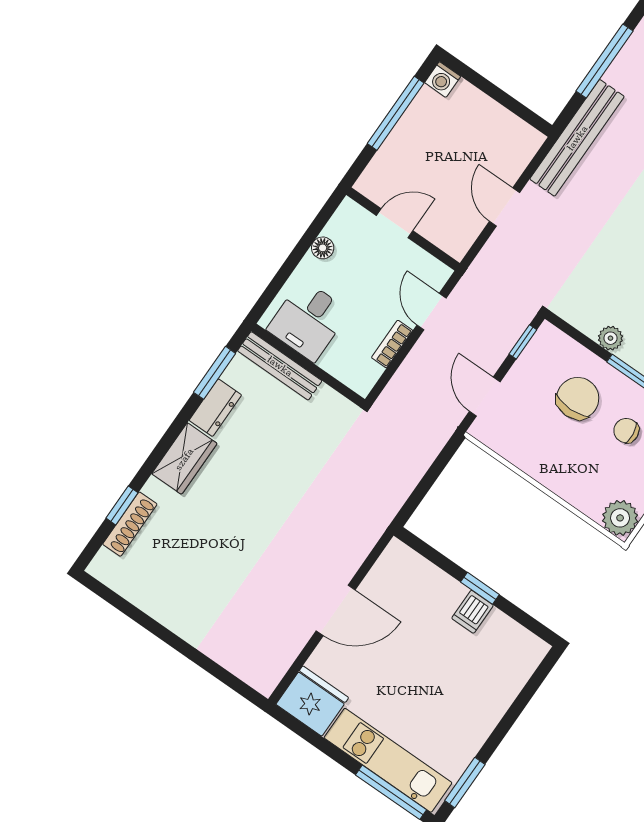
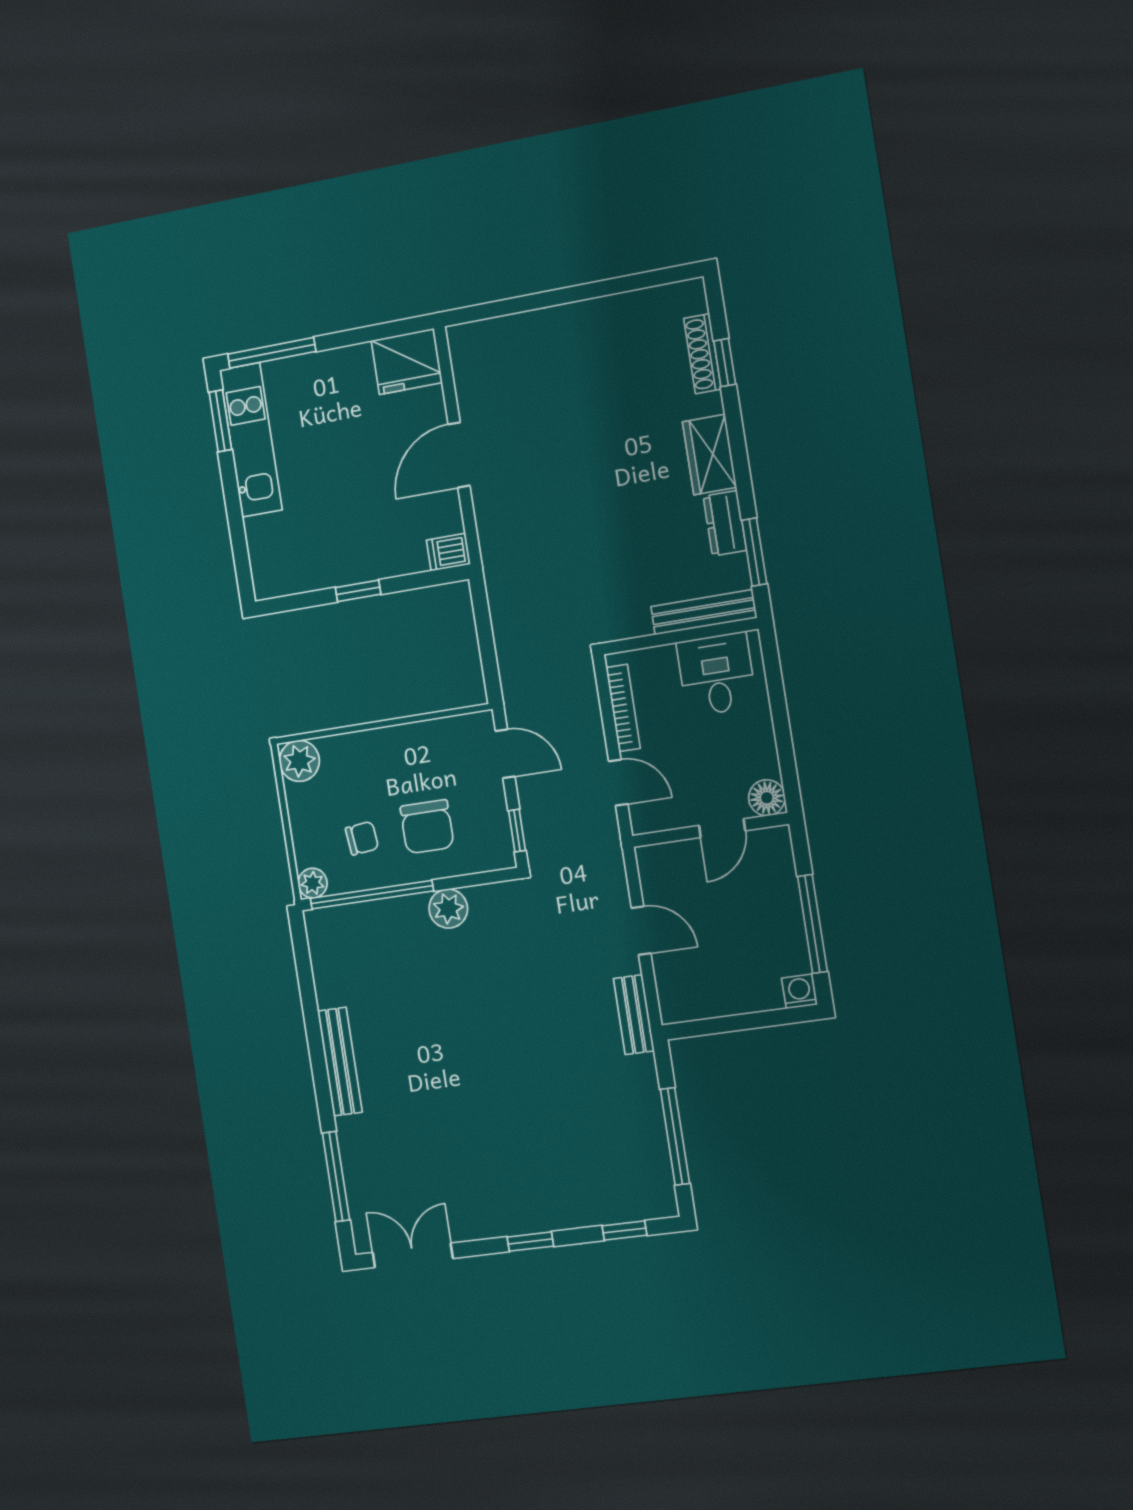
bench: (577, 138) -> (634, 1015), width x0.54, depth x0.82
floor lamp: (323, 248) -> (767, 798), moved, width x1.37, depth x1.37
plant: (610, 338) -> (448, 909), width x1.38, depth x1.38
bookcase: (392, 344) -> (623, 708), width x1.56
dishwasher: (472, 612) -> (448, 552), moved, turned -90
kitchen unit: (388, 760) -> (251, 440), moved, turned -90

